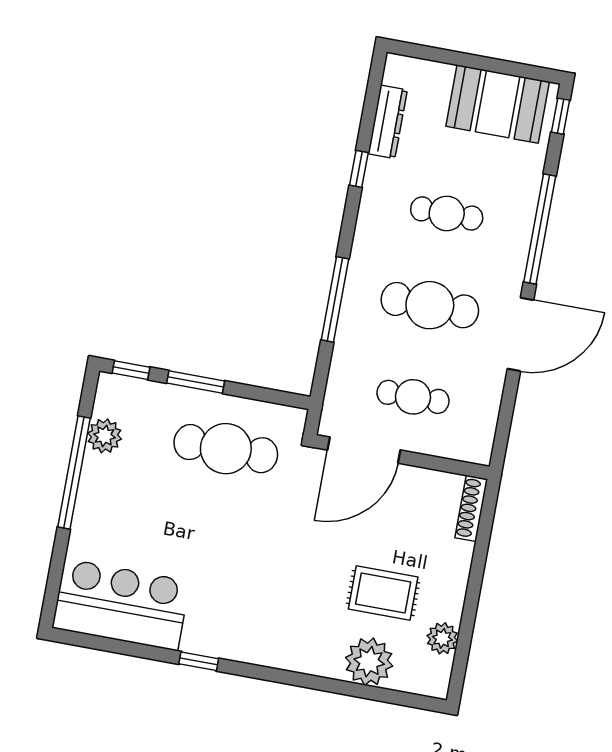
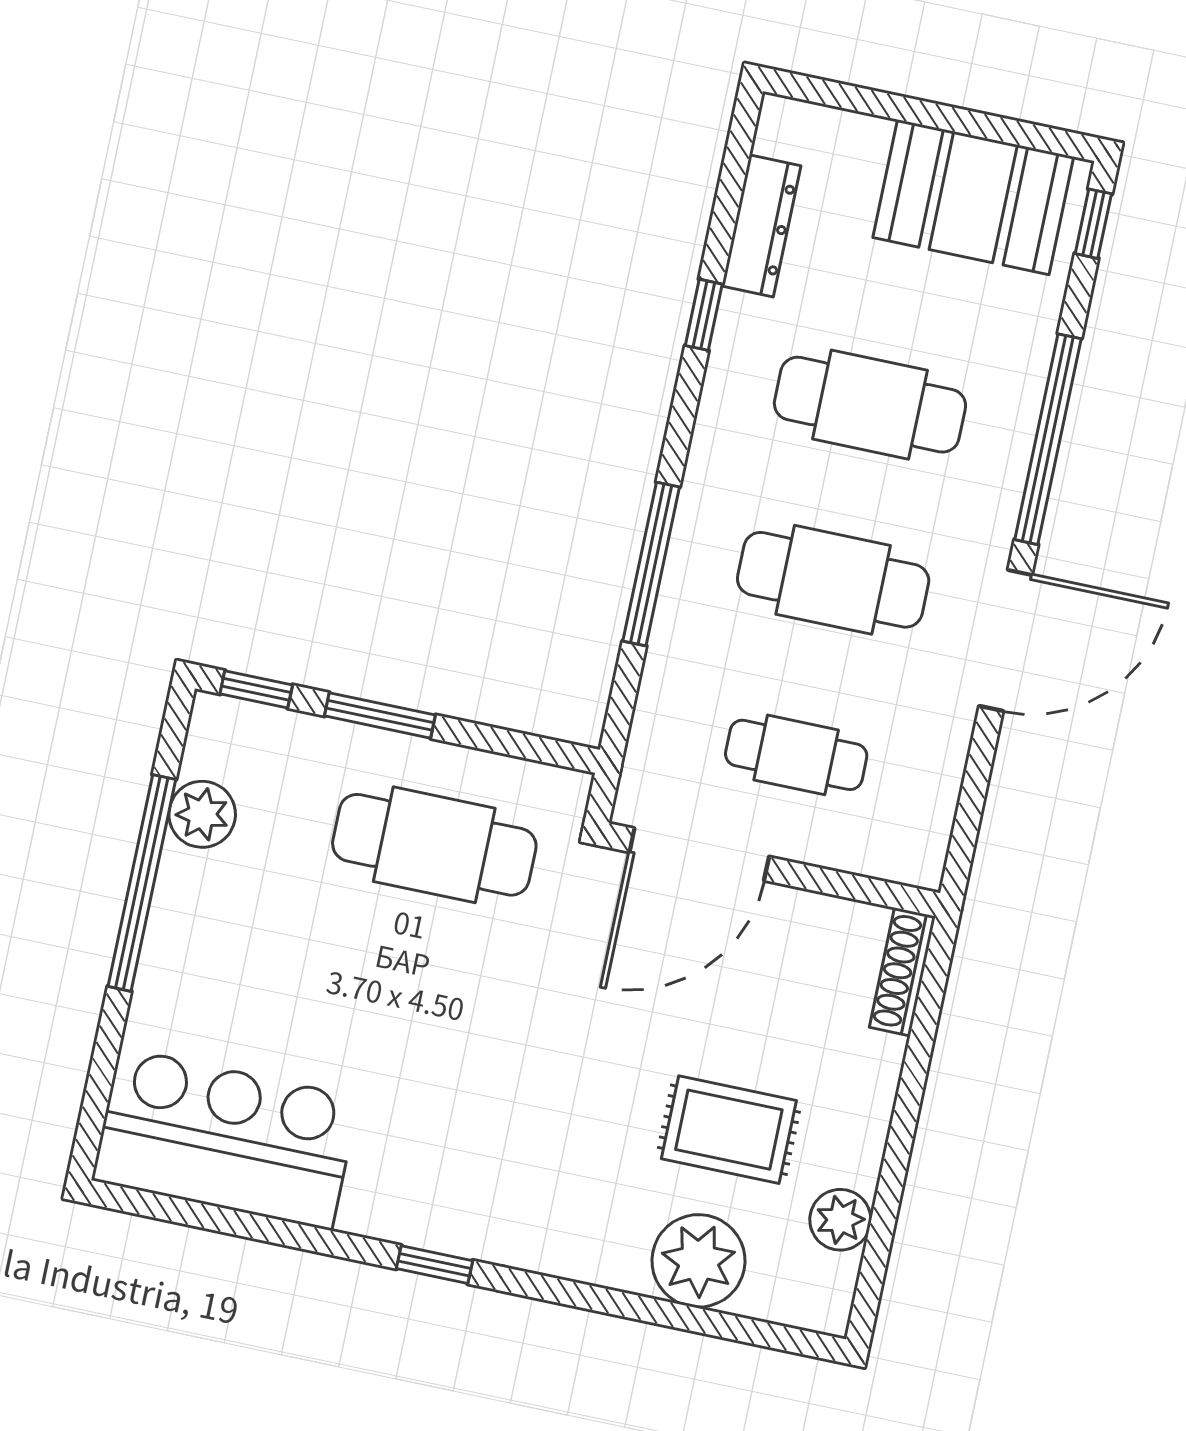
cafe table: (447, 213) -> (870, 405), width x1.37, depth x1.35
window: (199, 661) -> (435, 1265), moved

